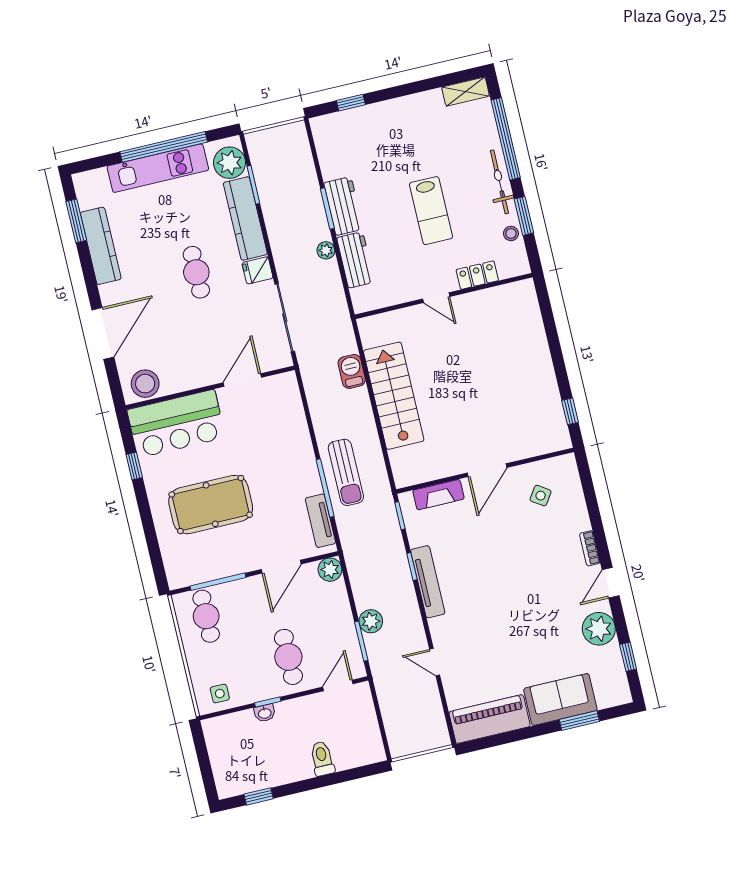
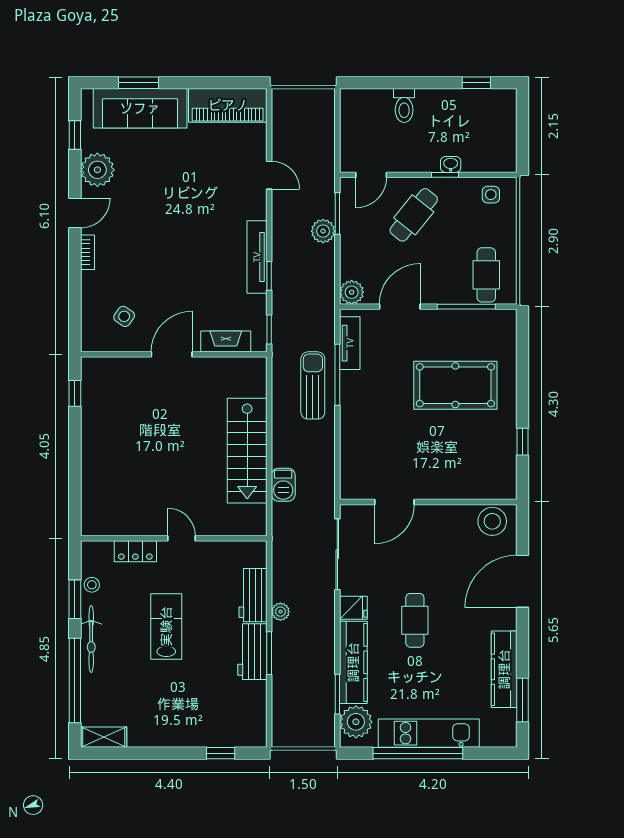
bar counter: (176, 424) -> (471, 474), removed
cafe table: (288, 657) -> (414, 215), turned 39
sofa: (560, 699) -> (140, 108), width x1.36

